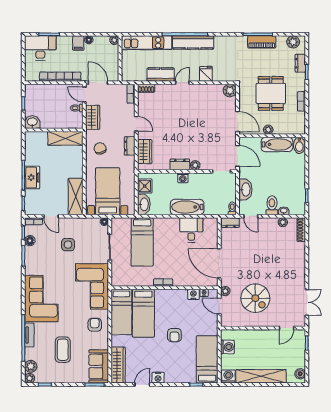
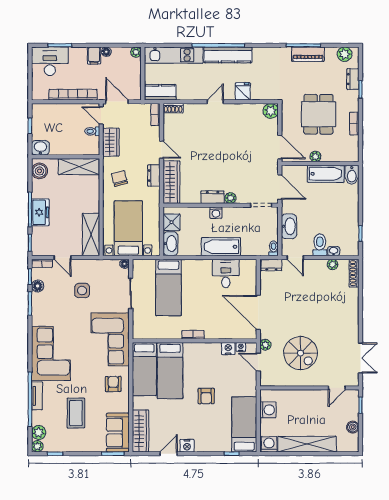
kitchen counter: (161, 75) -> (160, 92), moved
boiler: (31, 142) -> (39, 171), added
wardrobe: (145, 152) -> (171, 182), width x1.50
boiler: (300, 374) -> (353, 427), moved

